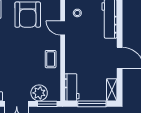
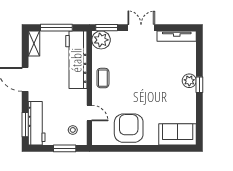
window: (120, 18) -> (25, 125), added
workbench: (72, 87) -> (76, 60), width x1.88, depth x1.32
plant: (39, 93) -> (101, 40), moved

